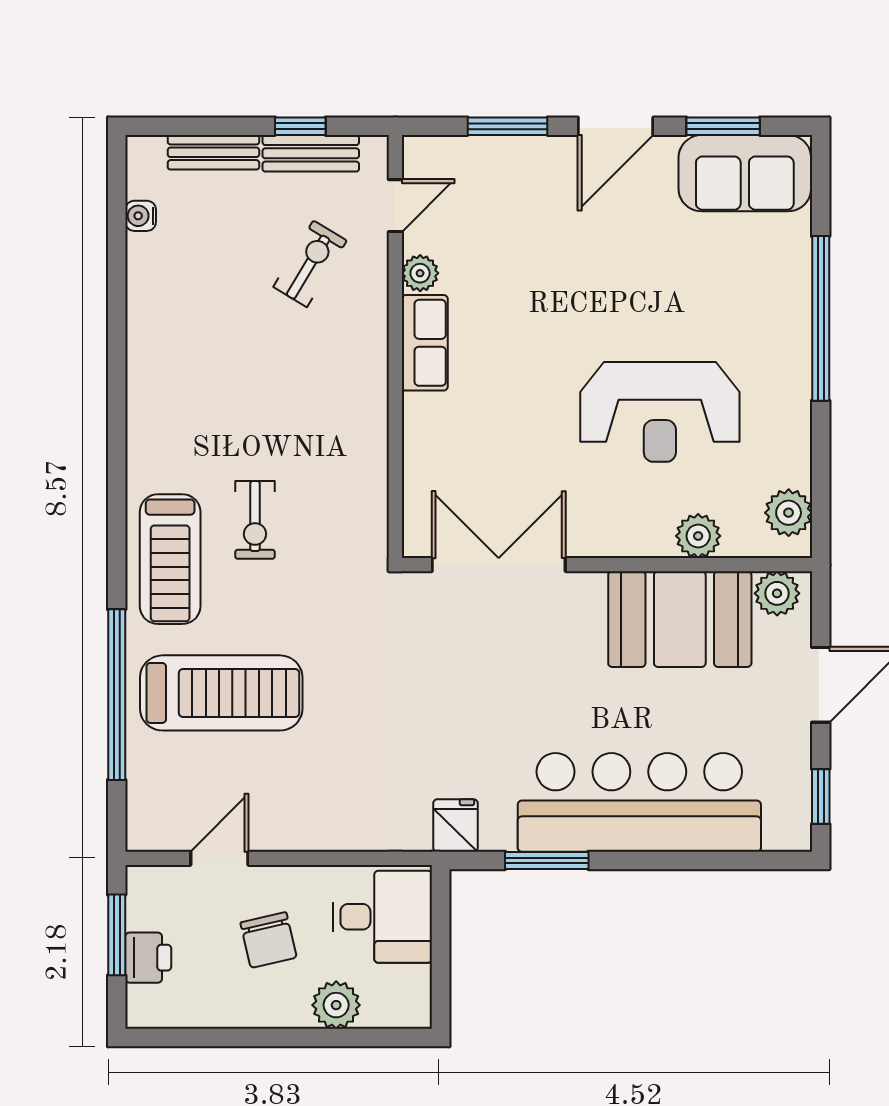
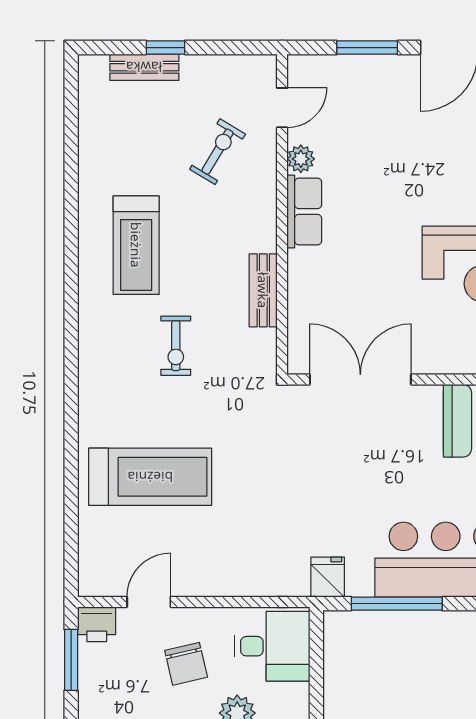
window: (300, 126) -> (166, 48), moved
bench: (311, 153) -> (263, 290), moved, turned 90
water cooler: (141, 216) -> (89, 115), removed
treadmill: (170, 559) -> (136, 245), moved
window: (117, 695) -> (71, 478), removed
window: (547, 860) -> (397, 604), width x1.44
printer: (148, 958) -> (97, 624), moved, turned 90

